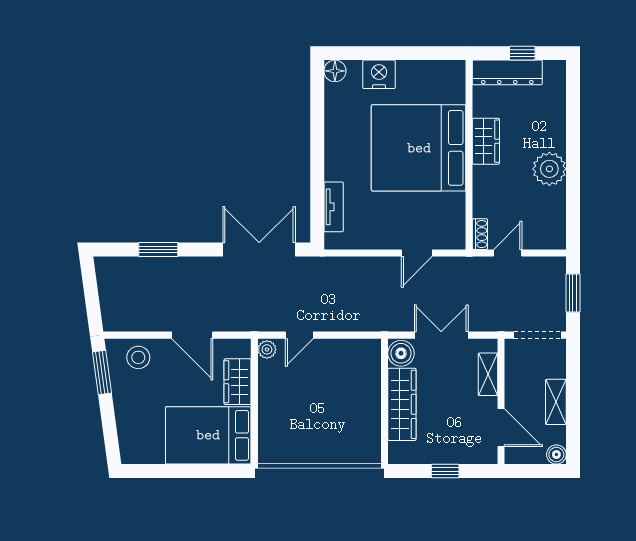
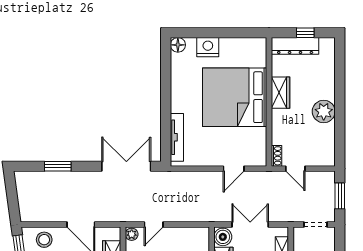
tv unit: (334, 207) -> (177, 137), width x1.41
door: (508, 253) -> (295, 169), swing flipped
doorway: (537, 335) -> (316, 225), width x0.73

